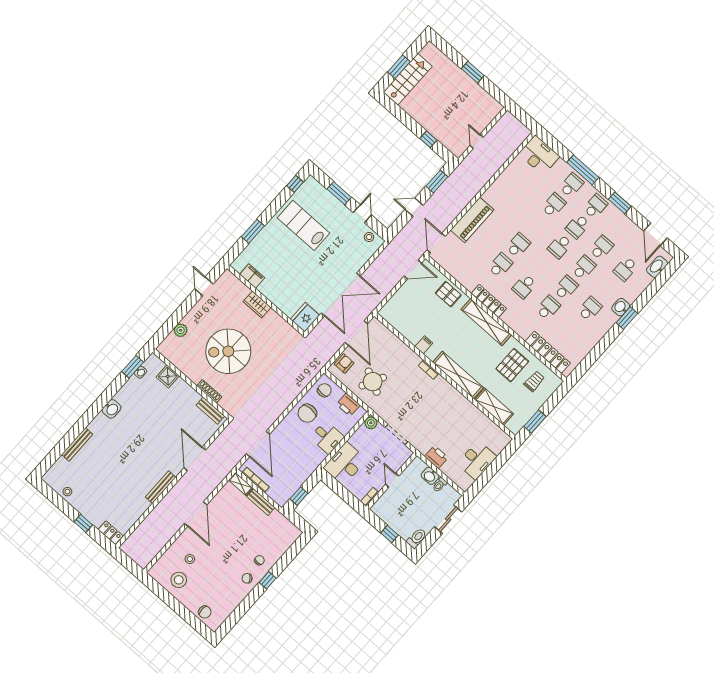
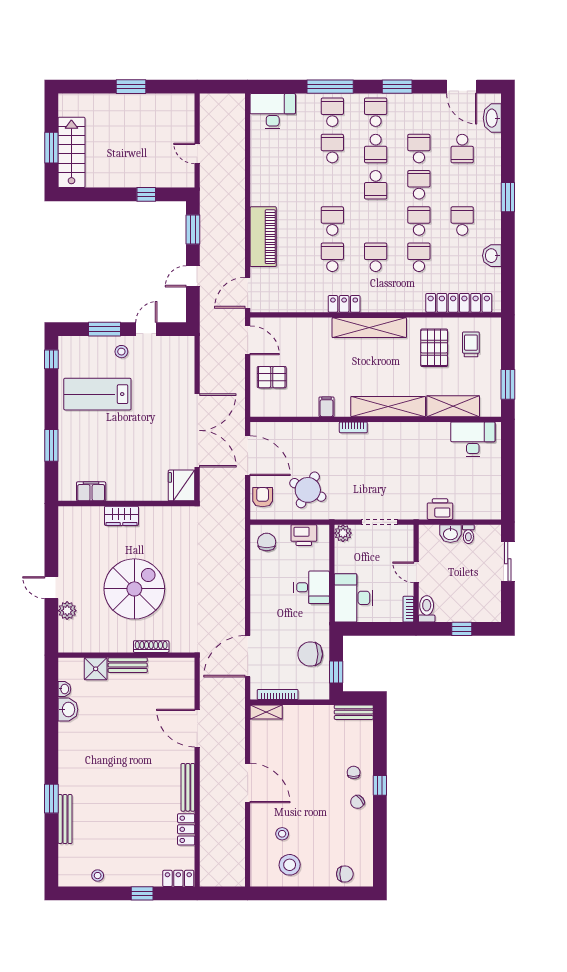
door: (362, 214) -> (146, 329), hinge flipped
stool: (369, 237) -> (121, 352), moved
door: (436, 243) -> (248, 293), hinge flipped
door: (413, 269) -> (248, 340), hinge flipped
door: (204, 286) -> (51, 588), moved
school desk: (524, 286) -> (376, 257), turned 180
pallet: (448, 294) -> (272, 377), moved
locker: (489, 301) -> (344, 304), width x0.66
washbasin: (621, 307) -> (492, 256), moved
spiral stairs: (228, 351) -> (134, 589), turned 180
window: (133, 367) -> (51, 799), moved
washbasin: (112, 409) -> (68, 710), moved
bench: (210, 411) -> (128, 665), moved
chair: (307, 413) -> (310, 654), moved, turned 90
door: (258, 444) -> (248, 656), swing flipped
desk: (477, 460) -> (473, 439), moved, turned -90
bench: (261, 502) -> (354, 712), moved
locker: (139, 509) -> (186, 829), added
toilet: (417, 538) -> (427, 609), moved

